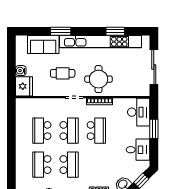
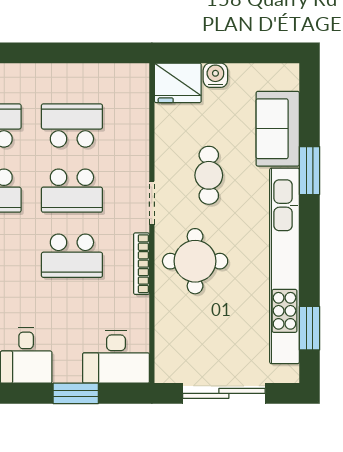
window: (115, 31) -> (309, 328), moved

